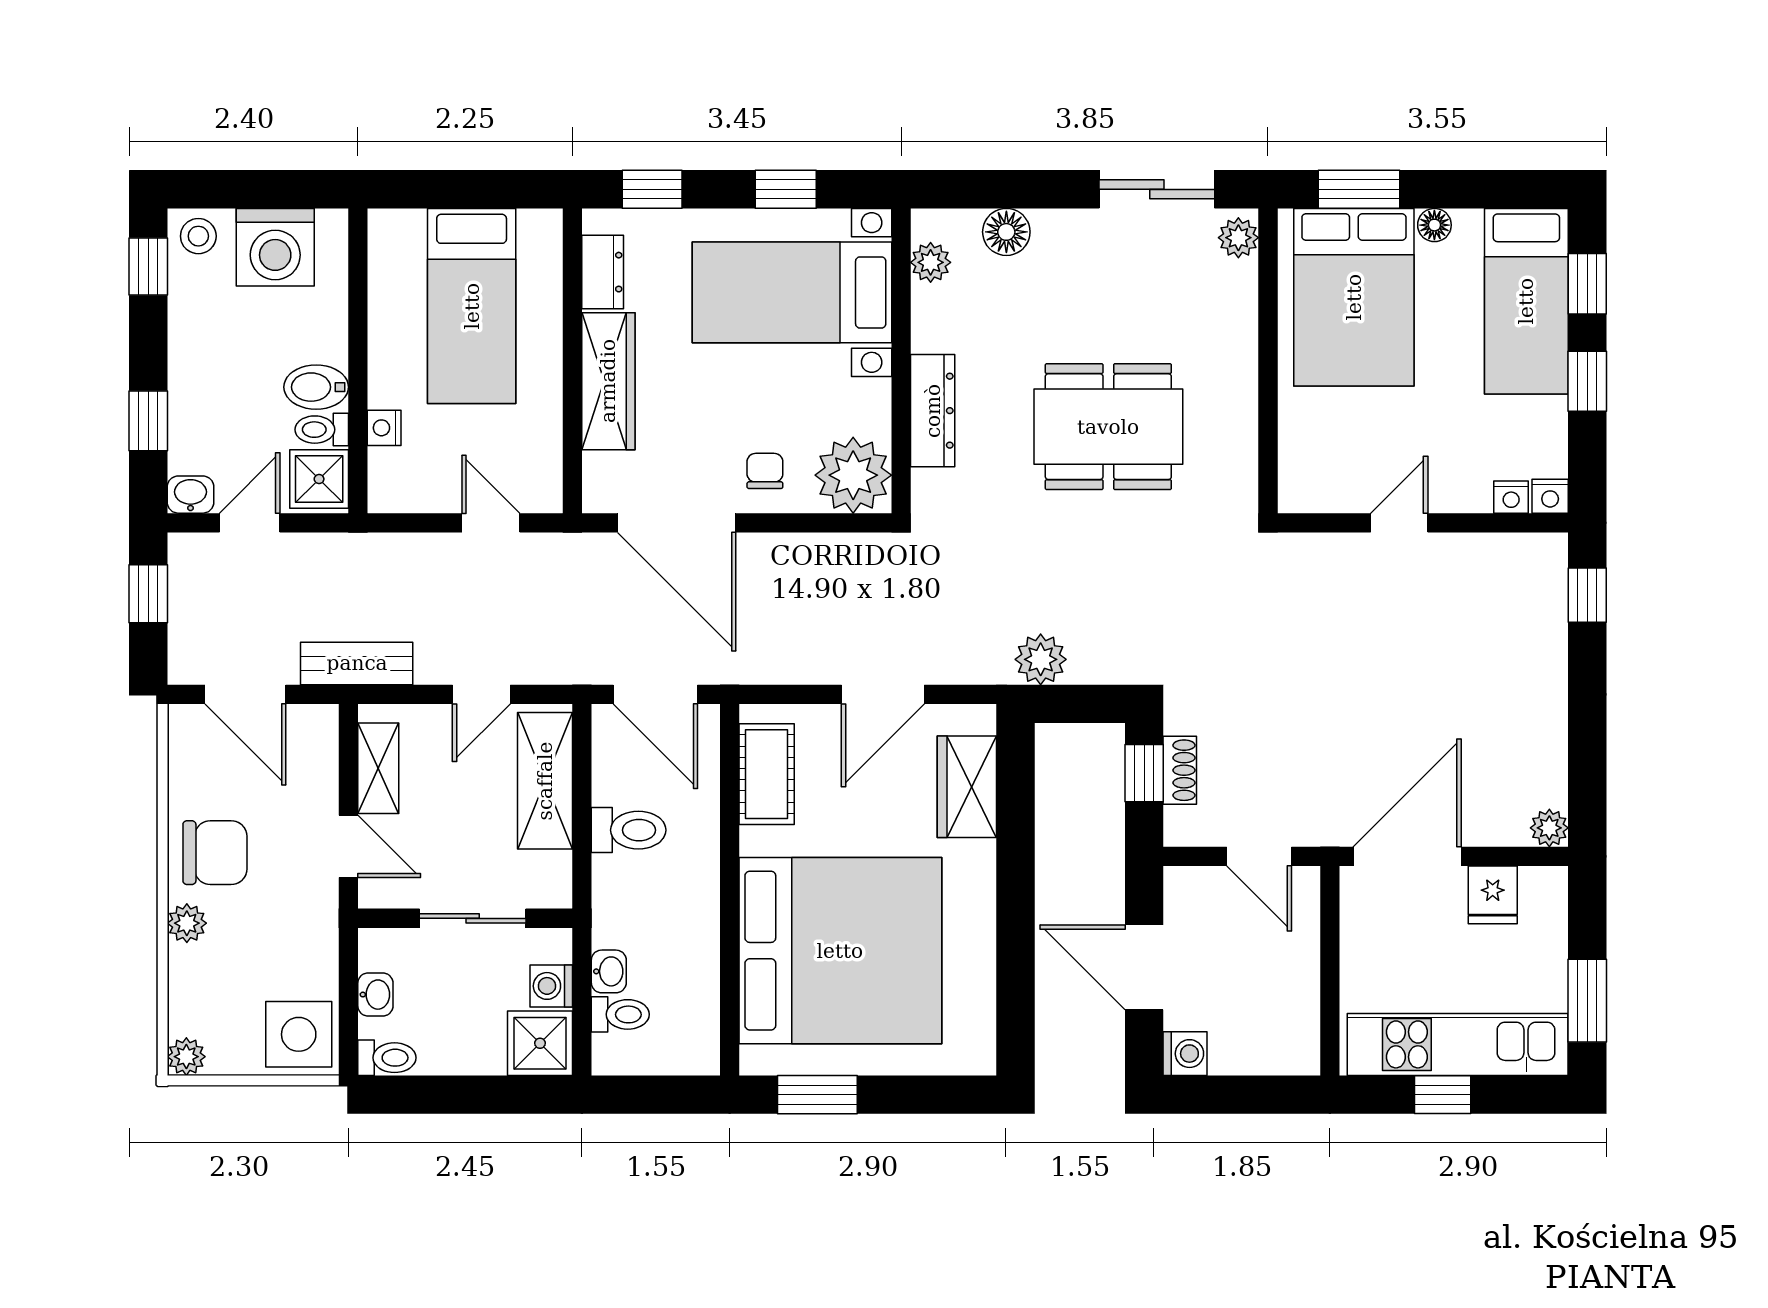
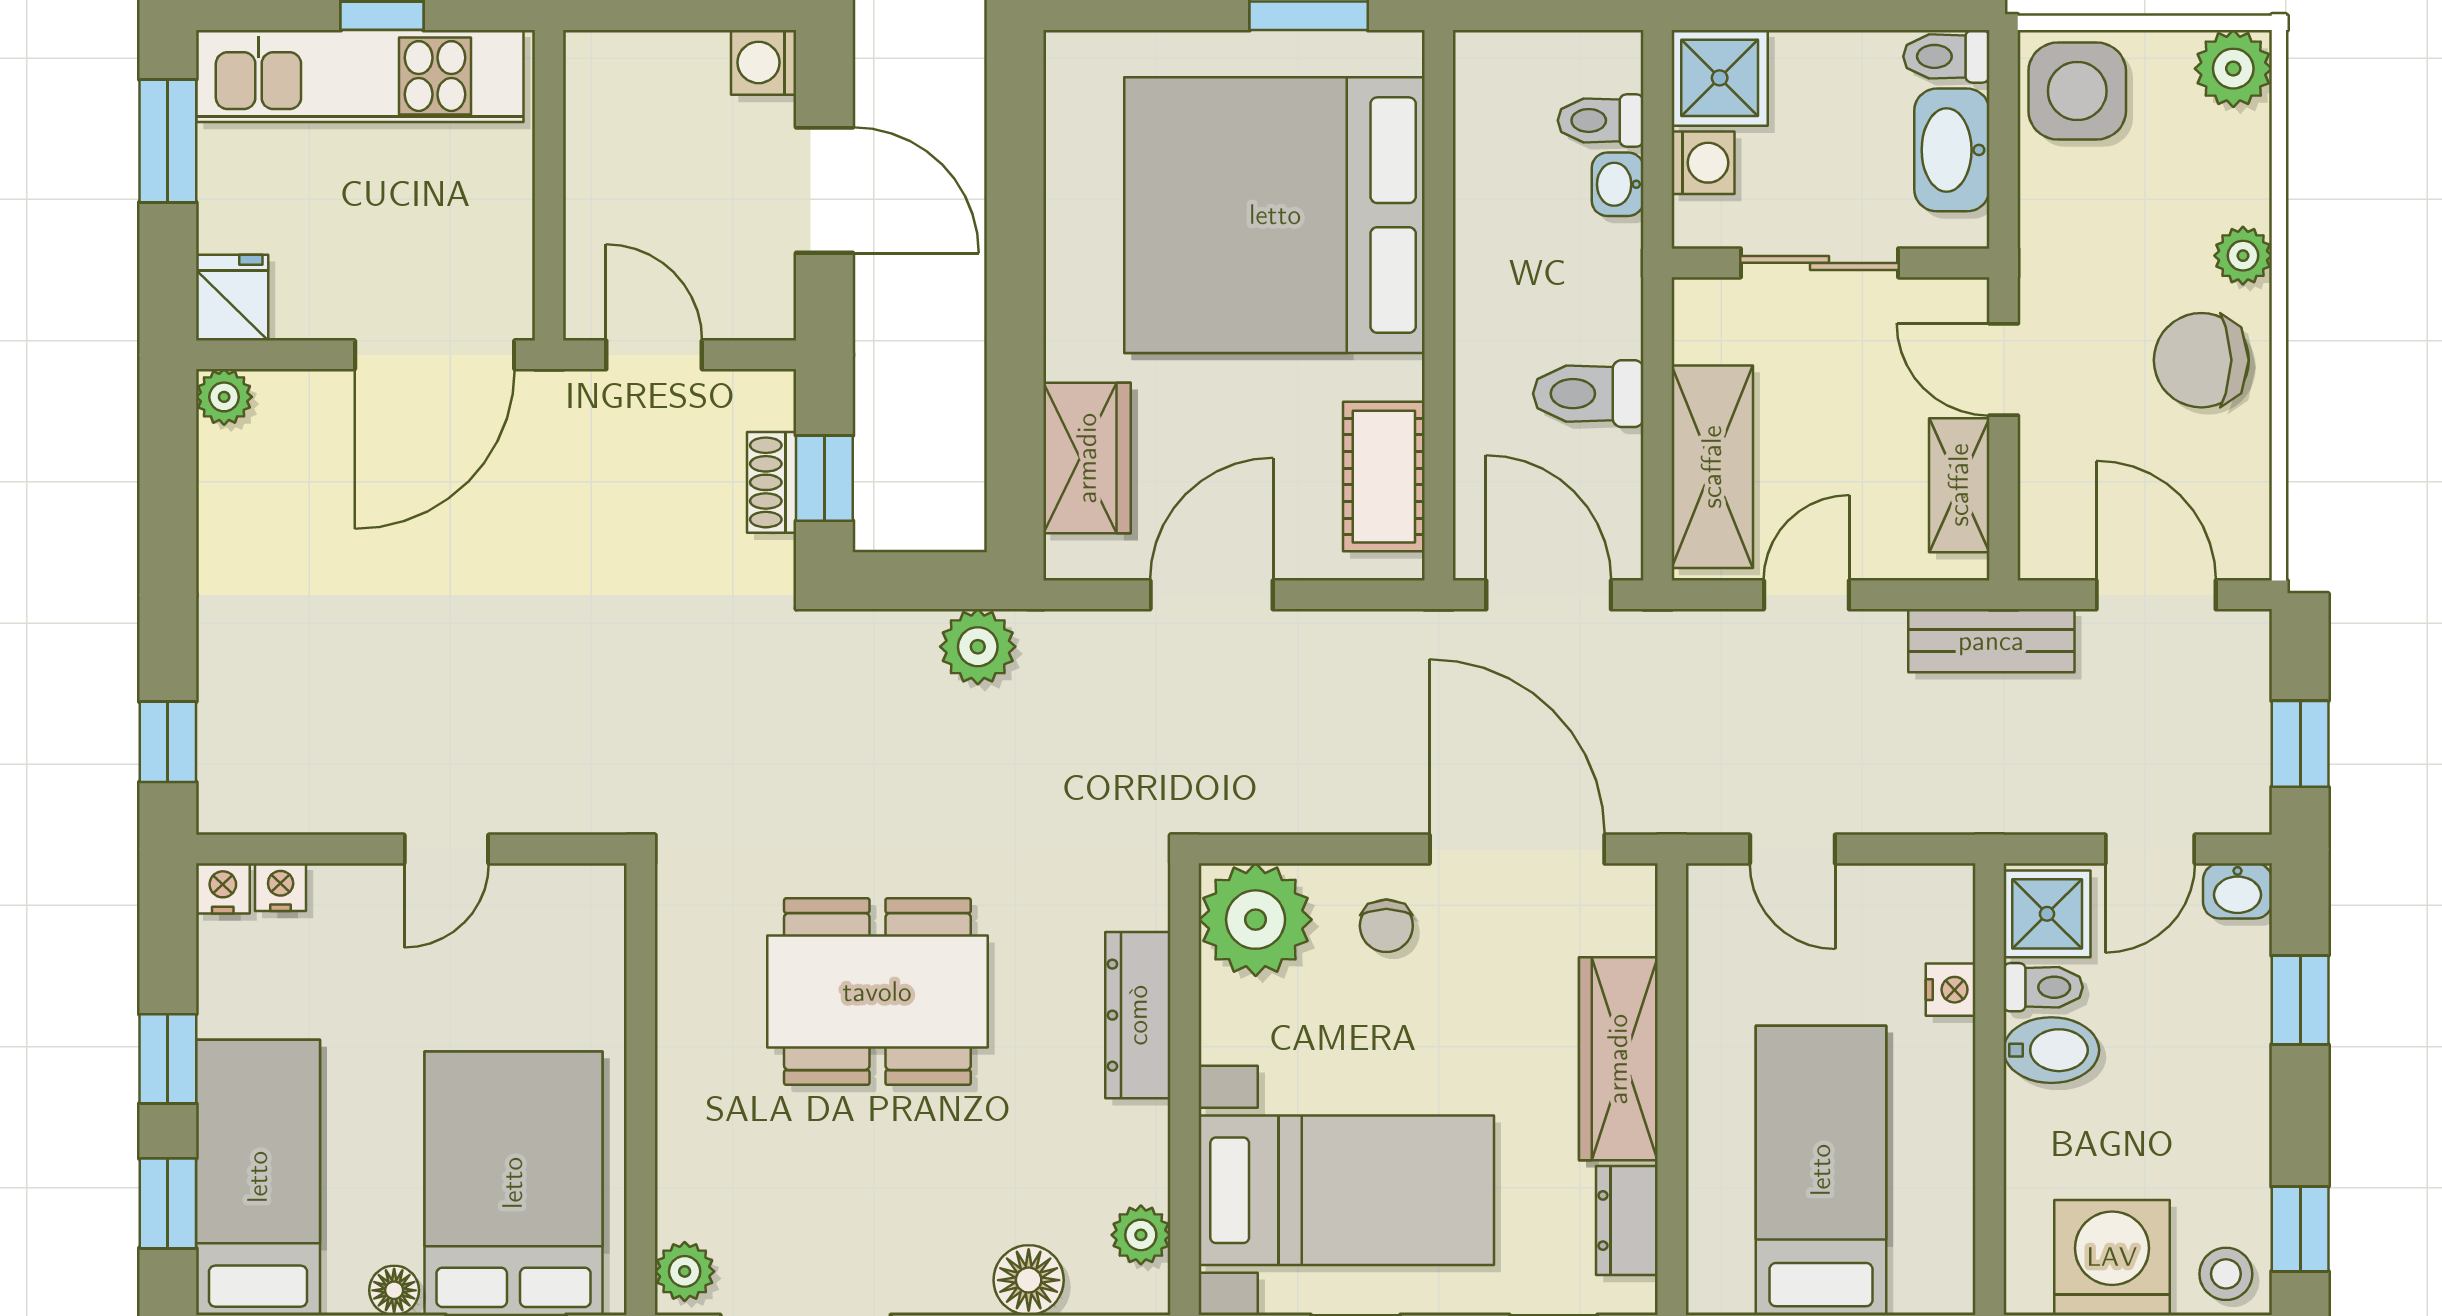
fridge: (1493, 895) -> (232, 298), moved
washbasin: (375, 995) -> (1952, 150), width x1.91, depth x1.45
plant: (186, 1057) -> (2233, 69), width x1.38, depth x1.38

